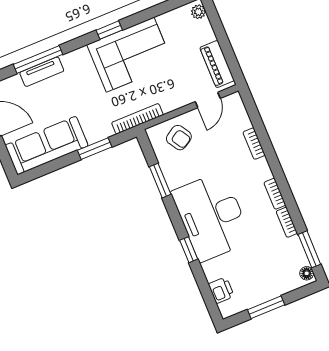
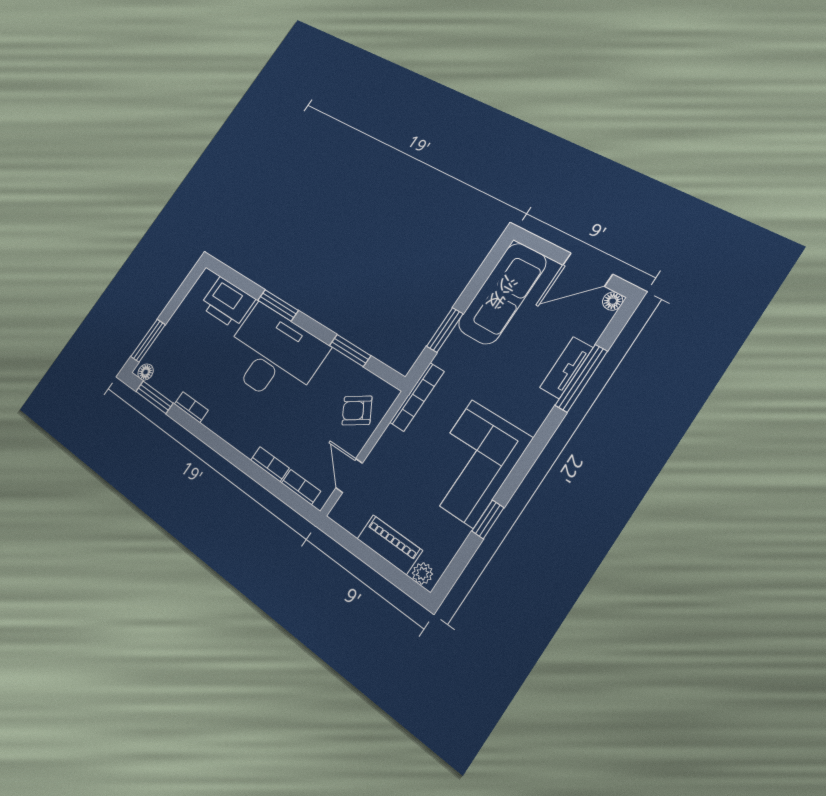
window: (109, 30) -> (488, 519), moved
piano: (217, 64) -> (390, 545), moved
bookcase: (275, 194) -> (301, 487), moved
window: (189, 250) -> (278, 305), width x1.50
printer: (221, 290) -> (227, 303), width x1.87, depth x1.48
window: (266, 307) -> (148, 341), moved

